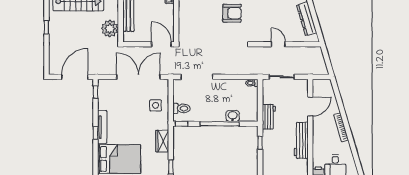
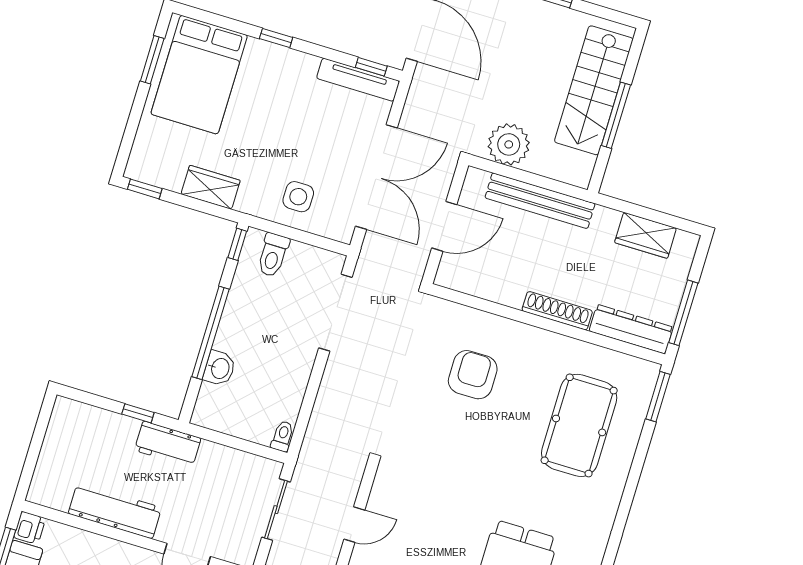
armchair: (232, 13) -> (473, 375), moved, turned 180
door: (161, 44) -> (444, 226), moved
workbench: (269, 117) -> (168, 444), moved
tv unit: (102, 127) -> (358, 80), moved

